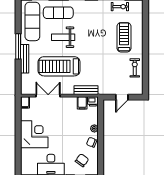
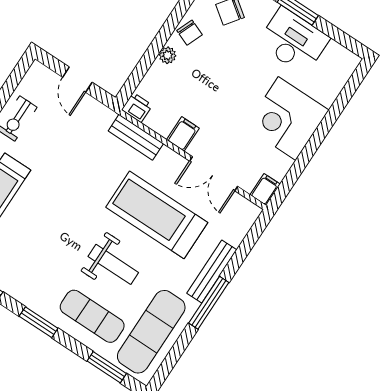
treadmill: (59, 66) -> (157, 215), turned 180
door: (122, 97) -> (77, 80), swing flipped
filing cabinet: (82, 103) -> (183, 134), moved

